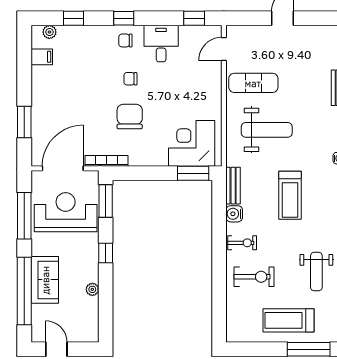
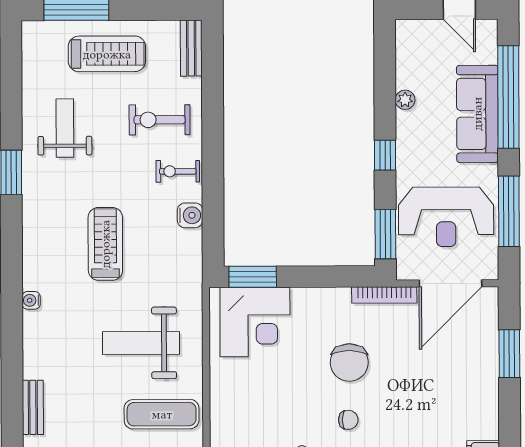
bench: (233, 186) -> (191, 48), moved
sofa: (45, 280) -> (477, 114), width x1.36

